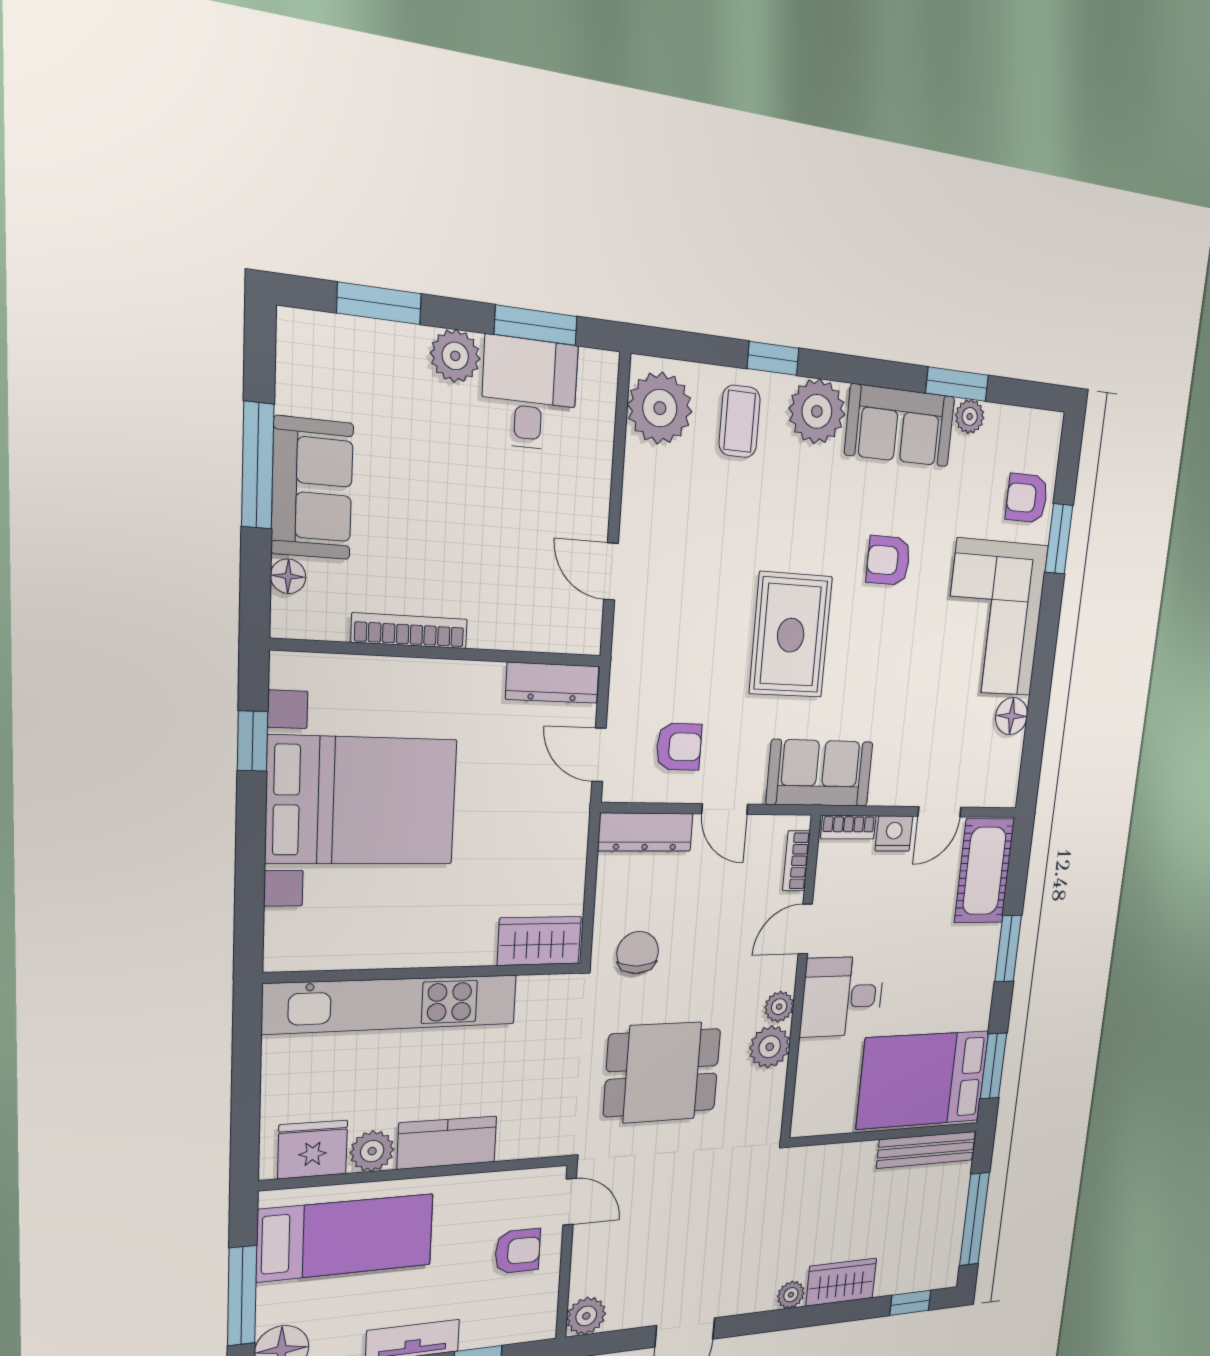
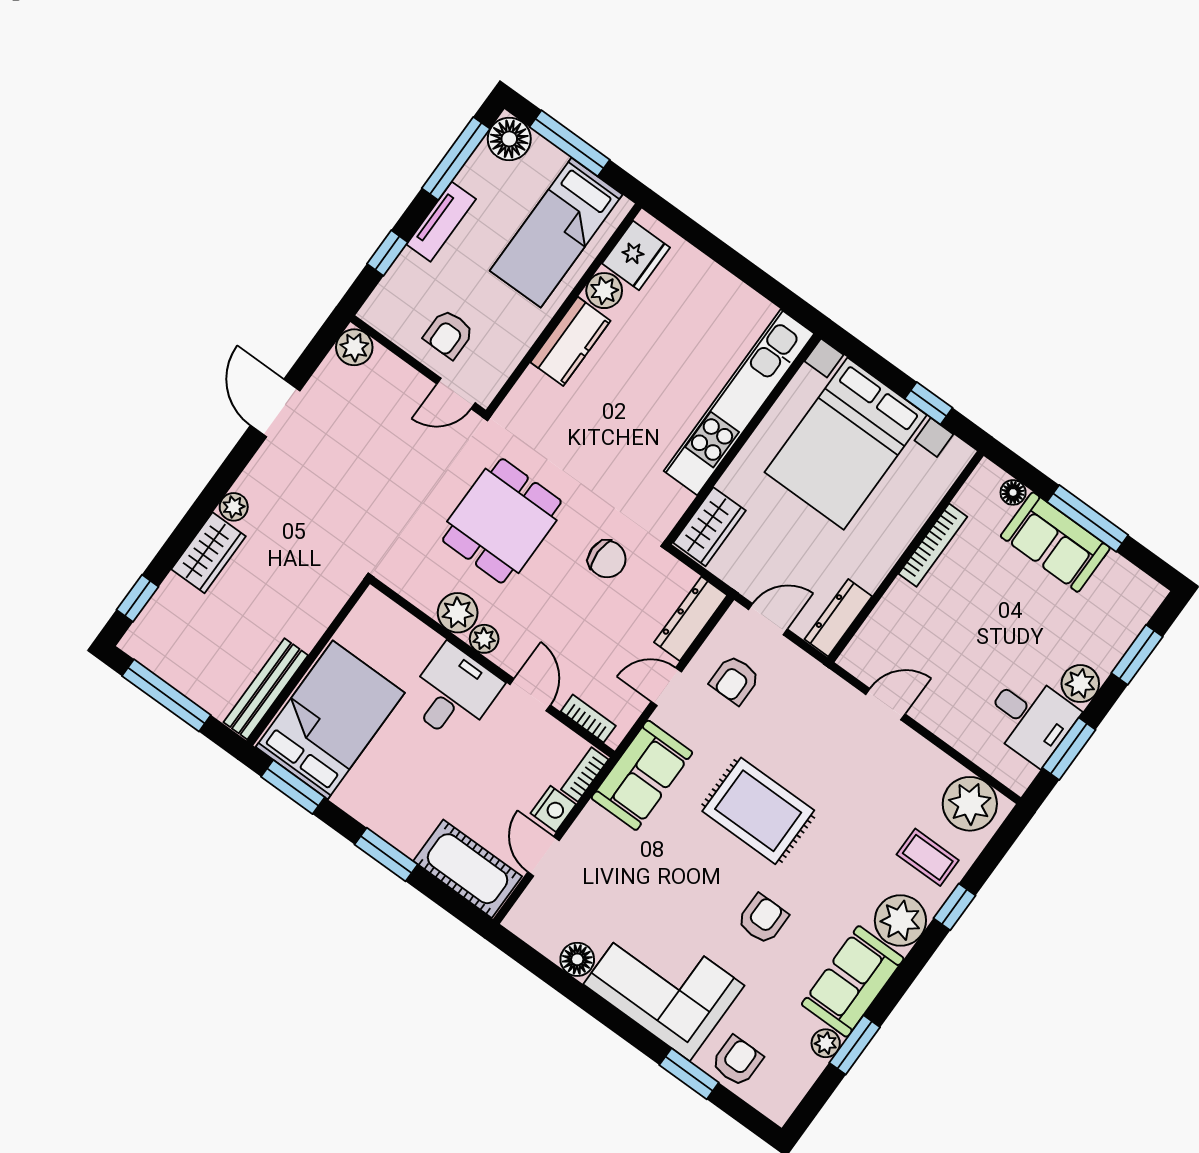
wardrobe: (539, 941) -> (709, 527), moved
wall: (428, 973) -> (743, 439), moved
kitchen unit: (392, 1004) -> (739, 402), moved

